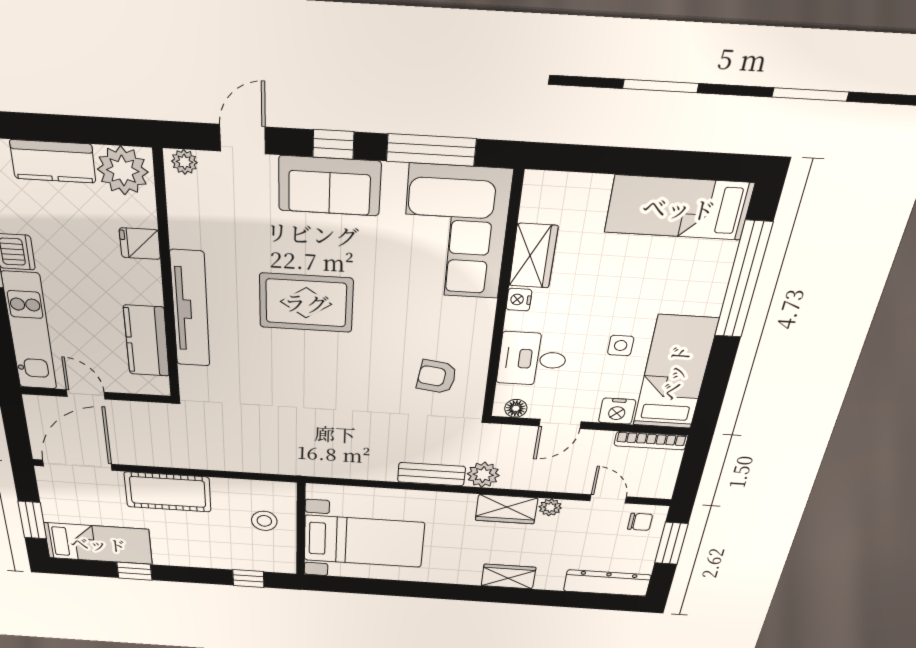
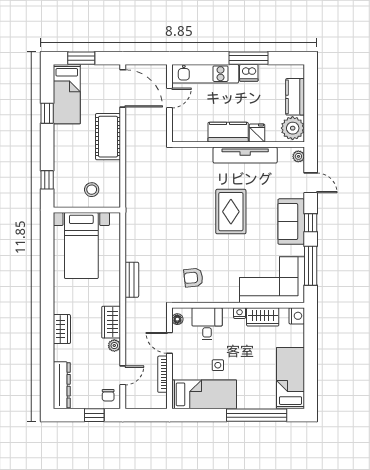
tv unit: (190, 309) -> (245, 155), moved
kitchen counter: (147, 341) -> (228, 132), moved
armchair: (437, 377) -> (193, 278), turned -104
nightstand: (617, 411) -> (297, 316), moved, turned 180
bookcase: (651, 441) -> (162, 374), moved
plant: (483, 475) -> (134, 307), removed
window: (671, 543) -> (94, 415), width x0.67

